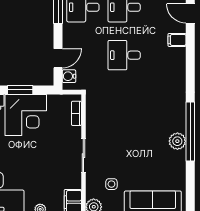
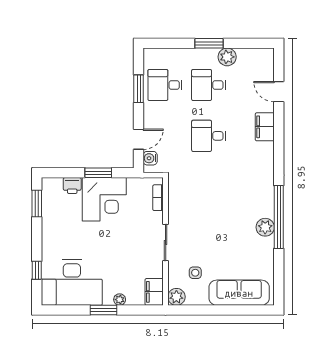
filing cabinet: (177, 40) -> (265, 127), width x2.00

